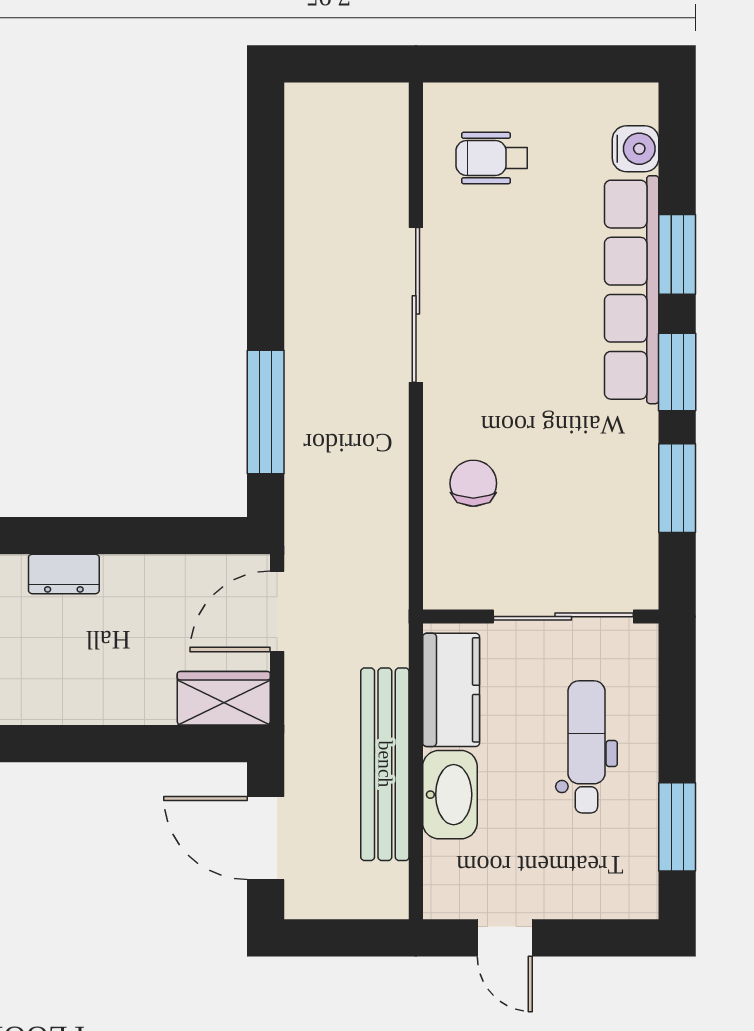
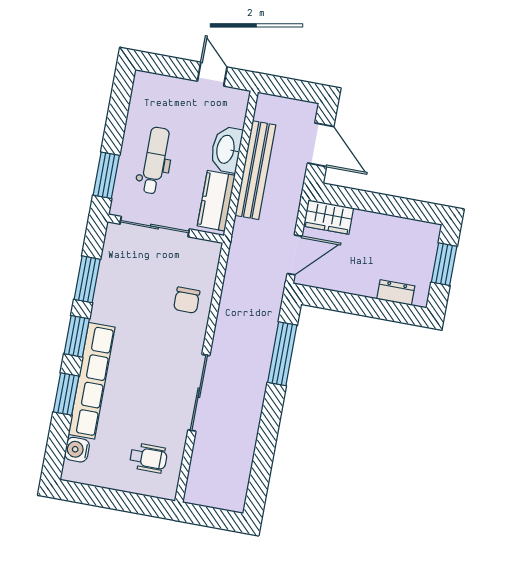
dental chair: (586, 747) -> (155, 161), turned 180
window: (677, 827) -> (106, 175), moved

